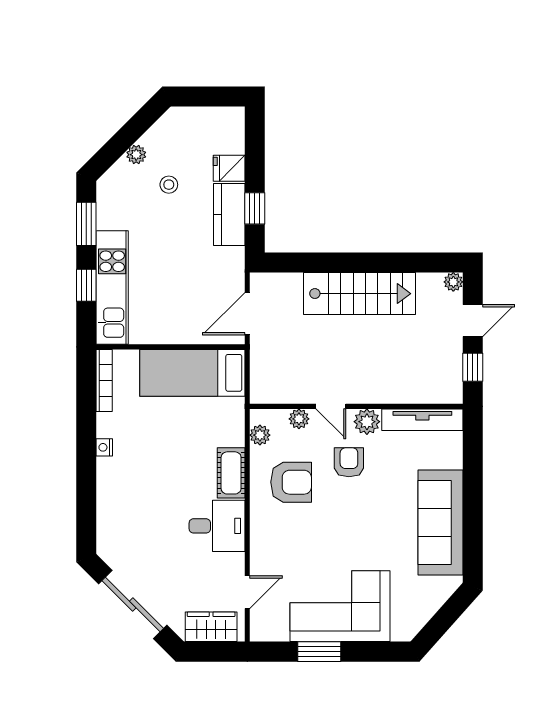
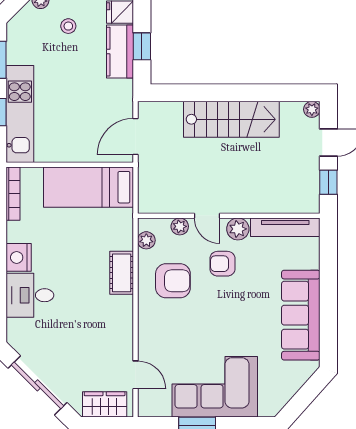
nightstand: (104, 447) -> (19, 257), width x1.89, depth x1.79
armchair: (349, 462) -> (222, 264), turned -90
desk: (217, 526) -> (30, 295), moved, turned 180
door: (247, 592) -> (135, 375), hinge flipped

